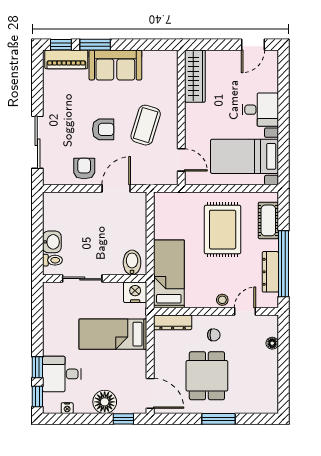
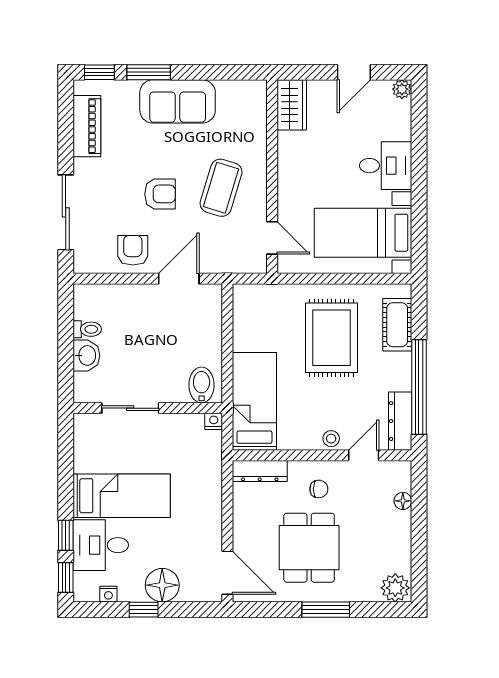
door: (253, 45) -> (354, 72), moved
plant: (272, 56) -> (402, 89), added
piano: (66, 59) -> (87, 126), moved, turned -90
wardrobe: (195, 76) -> (292, 105), width x0.67
toilet: (52, 260) -> (87, 329), moved
dresser: (270, 272) -> (400, 421), moved
nightstand: (135, 292) -> (214, 421), width x0.53, depth x0.56
bed: (113, 334) -> (122, 496), moved, turned 180
plant: (267, 404) -> (395, 588), added
window: (123, 419) -> (144, 610), moved

